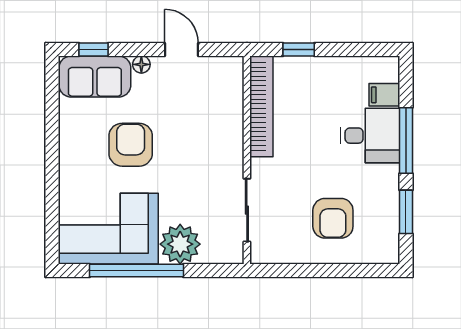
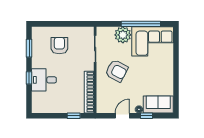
window: (94, 49) -> (147, 116), moved
door: (181, 49) -> (122, 116), swing flipped
filing cabinet: (384, 95) -> (38, 97), removed
window: (406, 140) -> (29, 78), width x0.46
armchair: (131, 145) -> (117, 71), moved, turned -62

